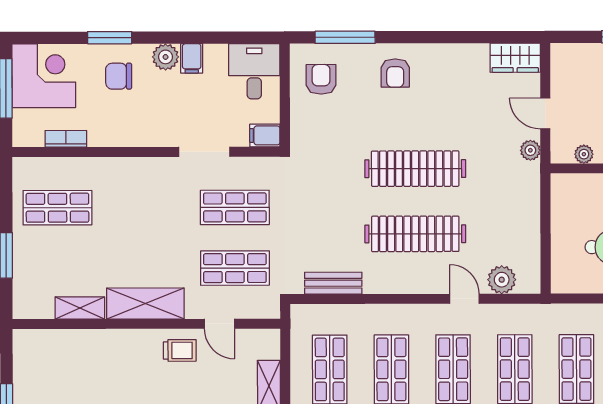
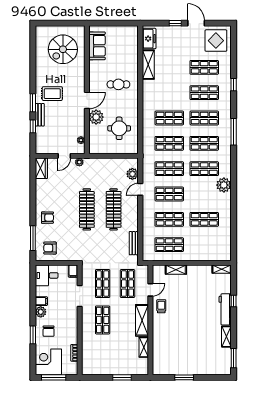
shop shelf: (57, 208) -> (103, 320), moved

